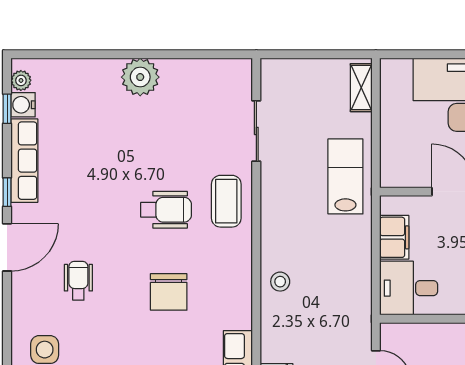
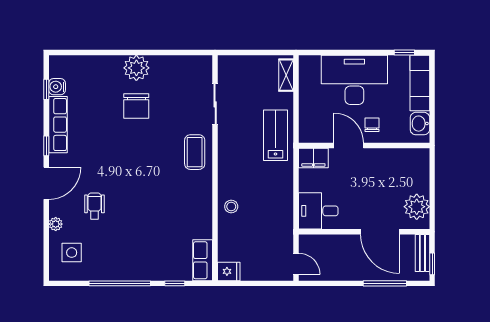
plant: (21, 80) -> (56, 224), moved
wheelchair: (166, 210) -> (154, 158), removed
filing cabinet: (394, 237) -> (313, 158), moved, turned 90
chair: (169, 292) -> (136, 106), moved

